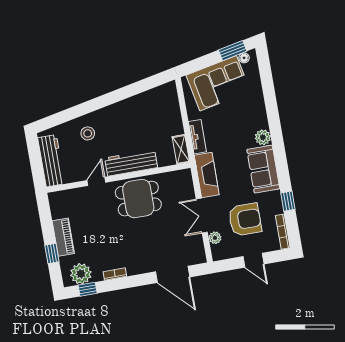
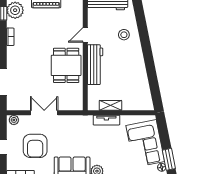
shelving: (181, 149) -> (110, 105), moved
fireplace: (207, 175) -> (75, 122), removed
door: (96, 181) -> (85, 35), swing flipped
plant: (215, 238) -> (14, 120), moved

